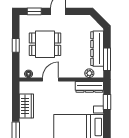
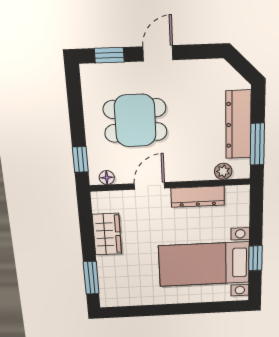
window: (16, 45) -> (80, 159), moved
dresser: (89, 87) -> (198, 197), moved
window: (107, 102) -> (255, 258), moved

